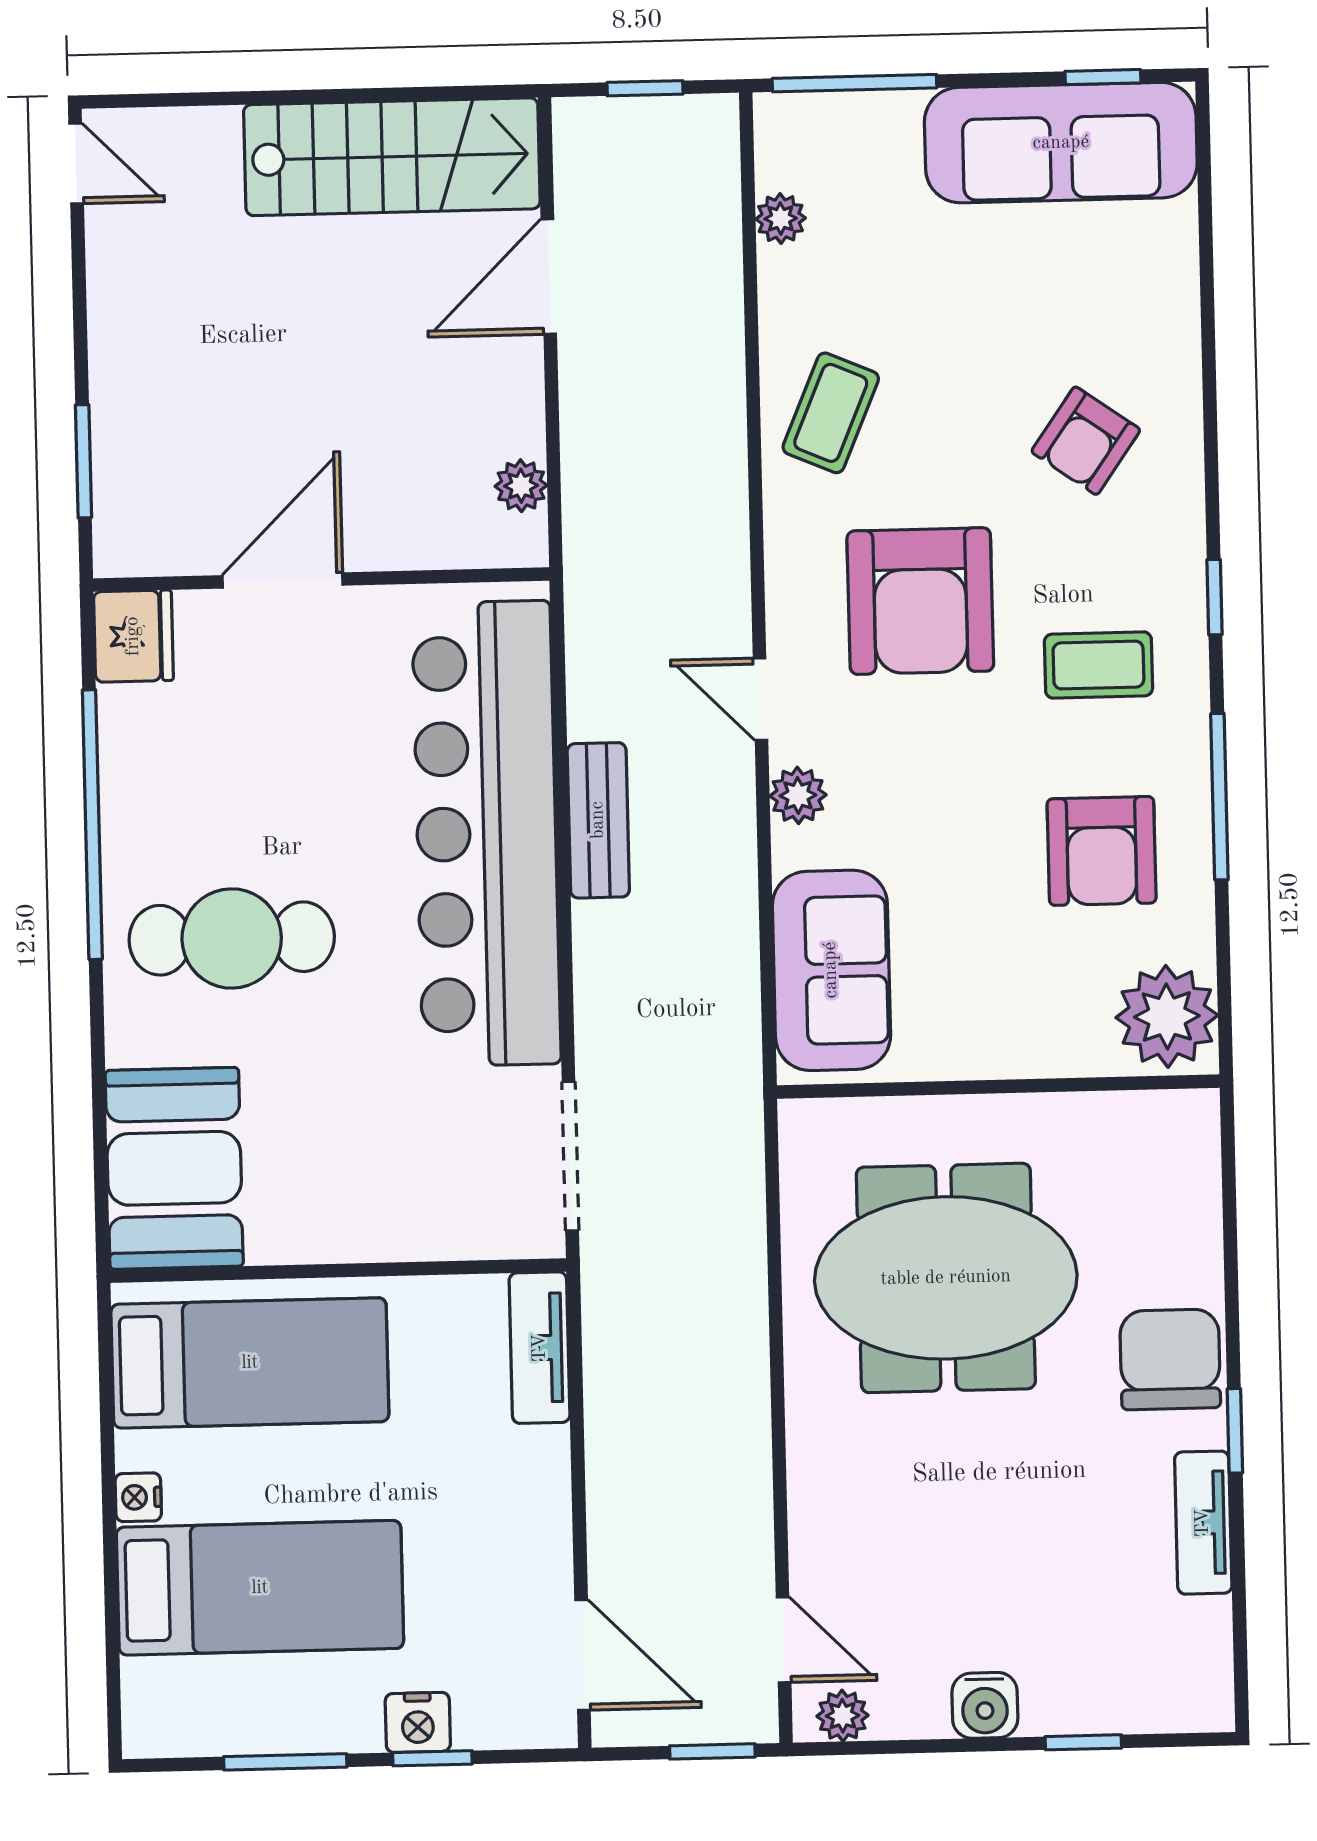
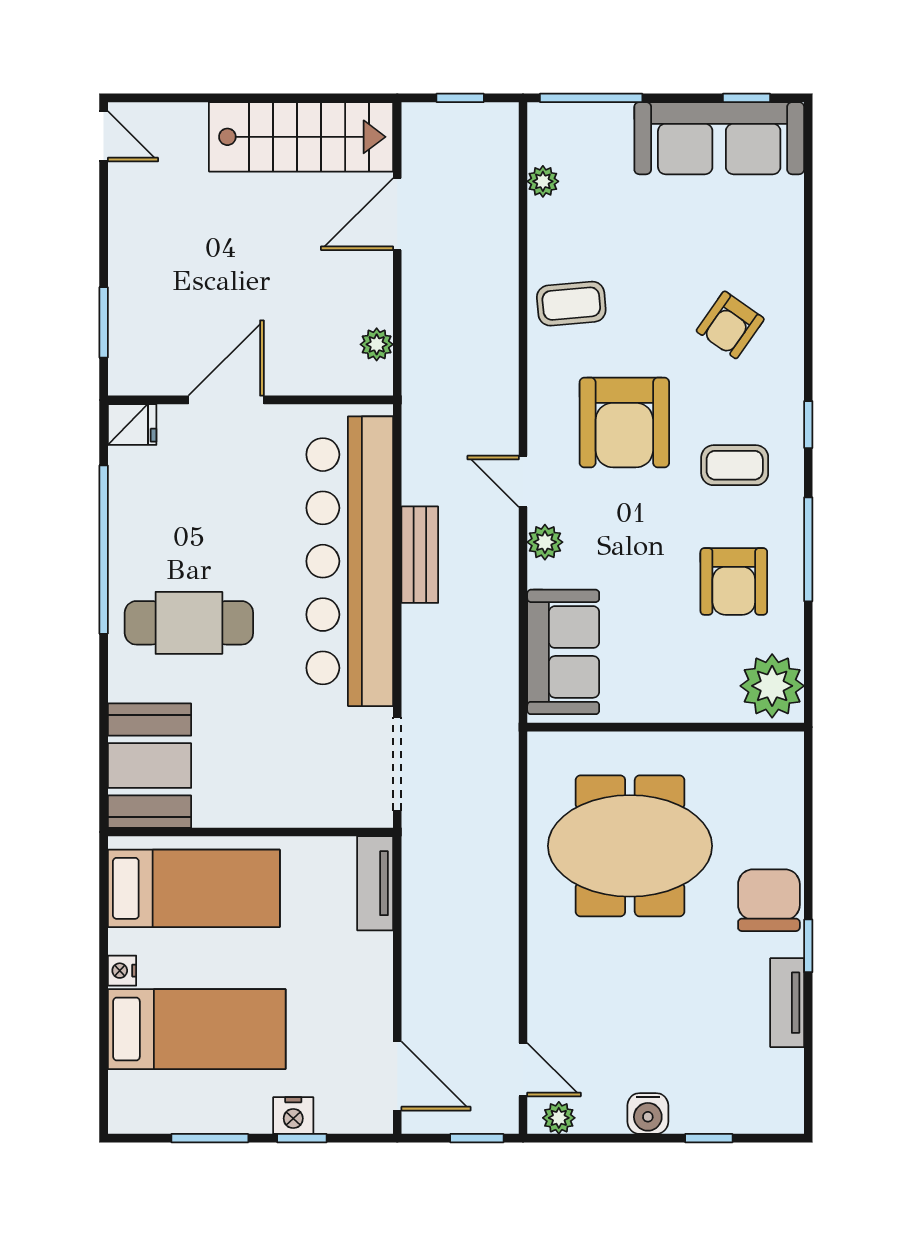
coffee table: (831, 413) -> (571, 304), turned 62
fridge: (133, 636) -> (132, 425), width x0.72

